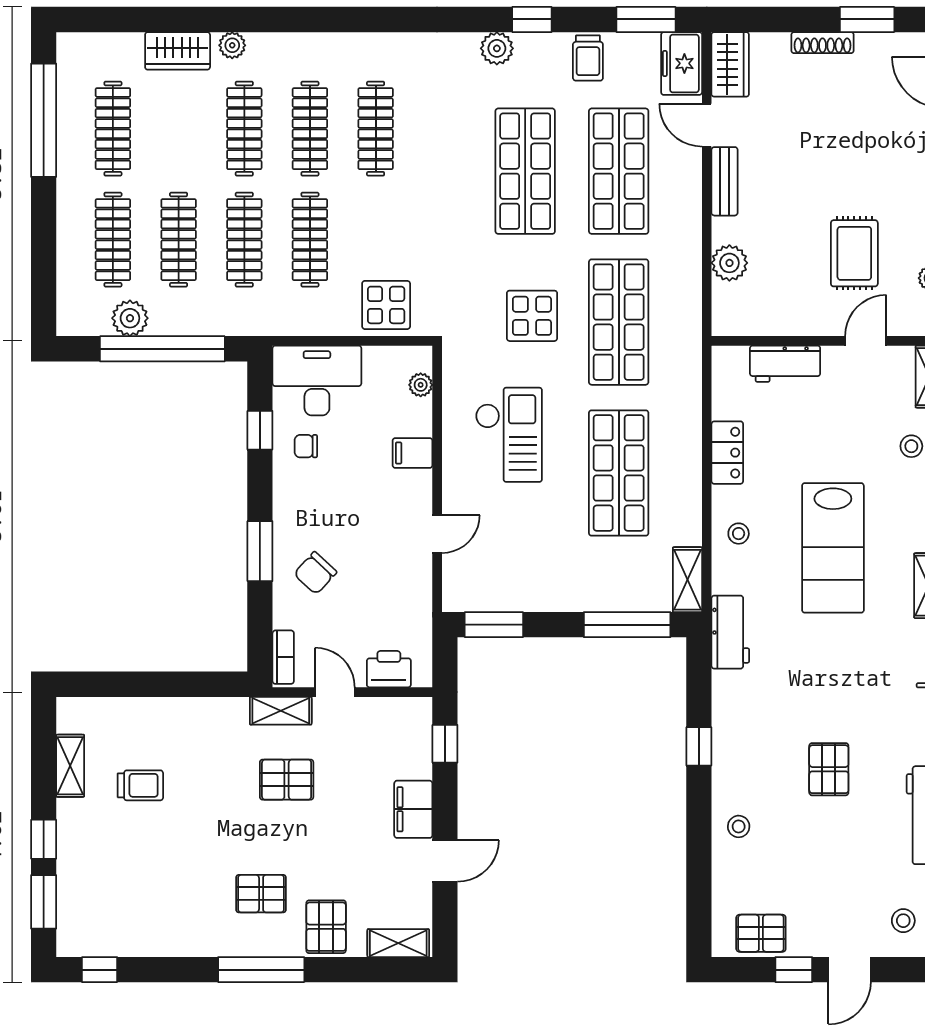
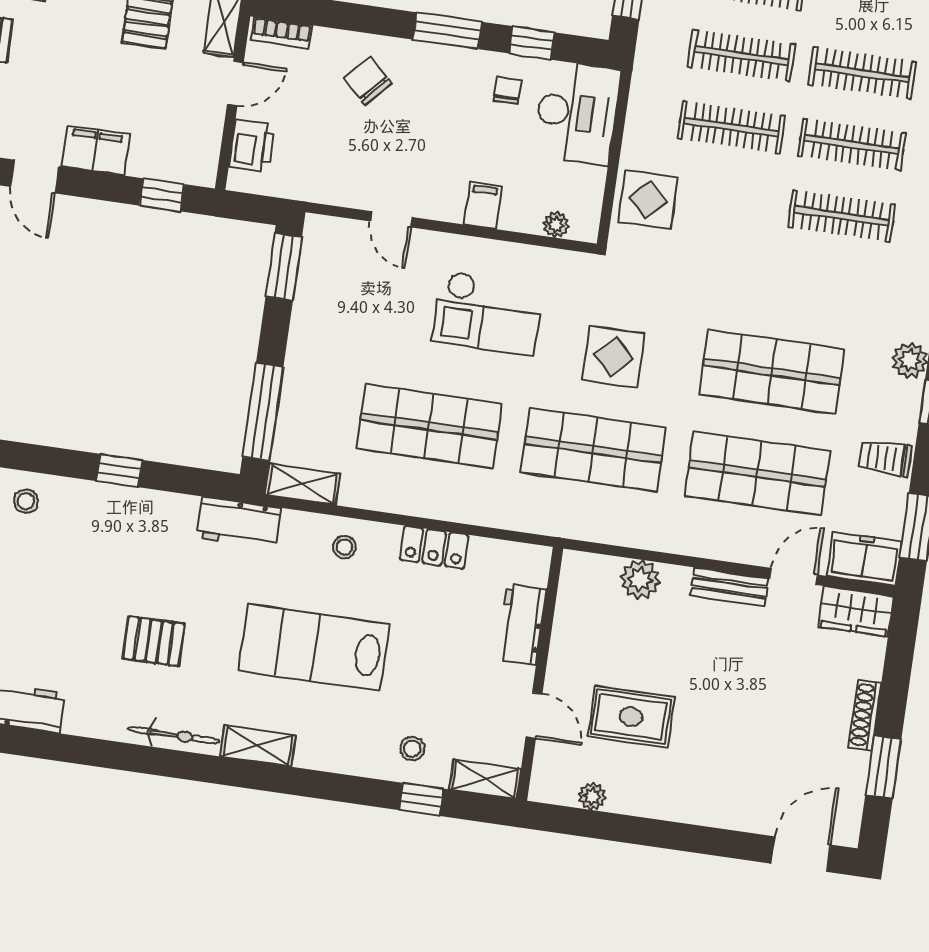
window: (260, 551) -> (447, 31), moved
pallet: (829, 769) -> (154, 641), moved

